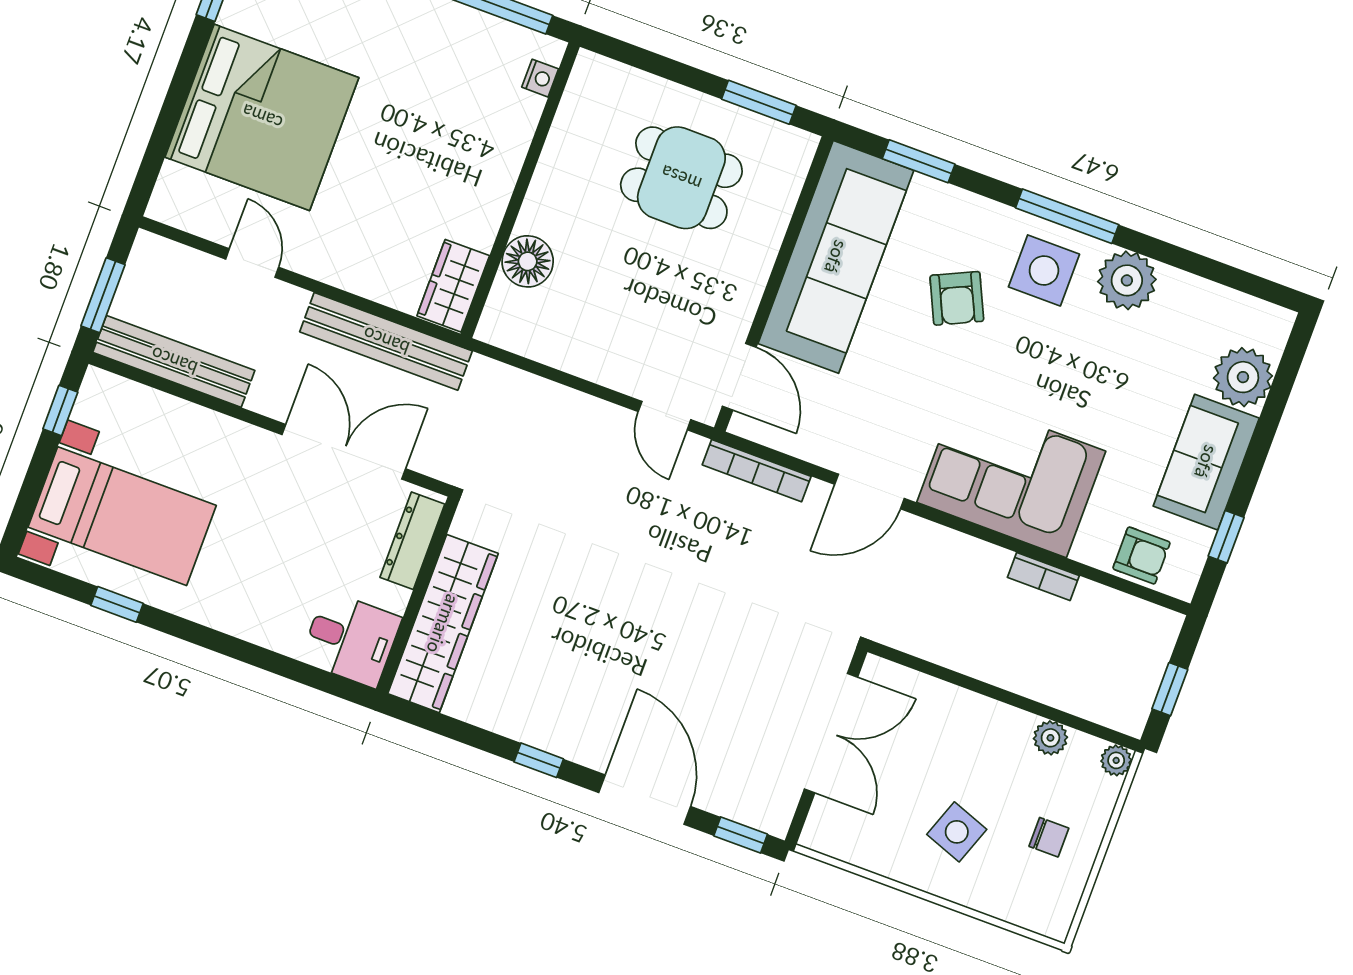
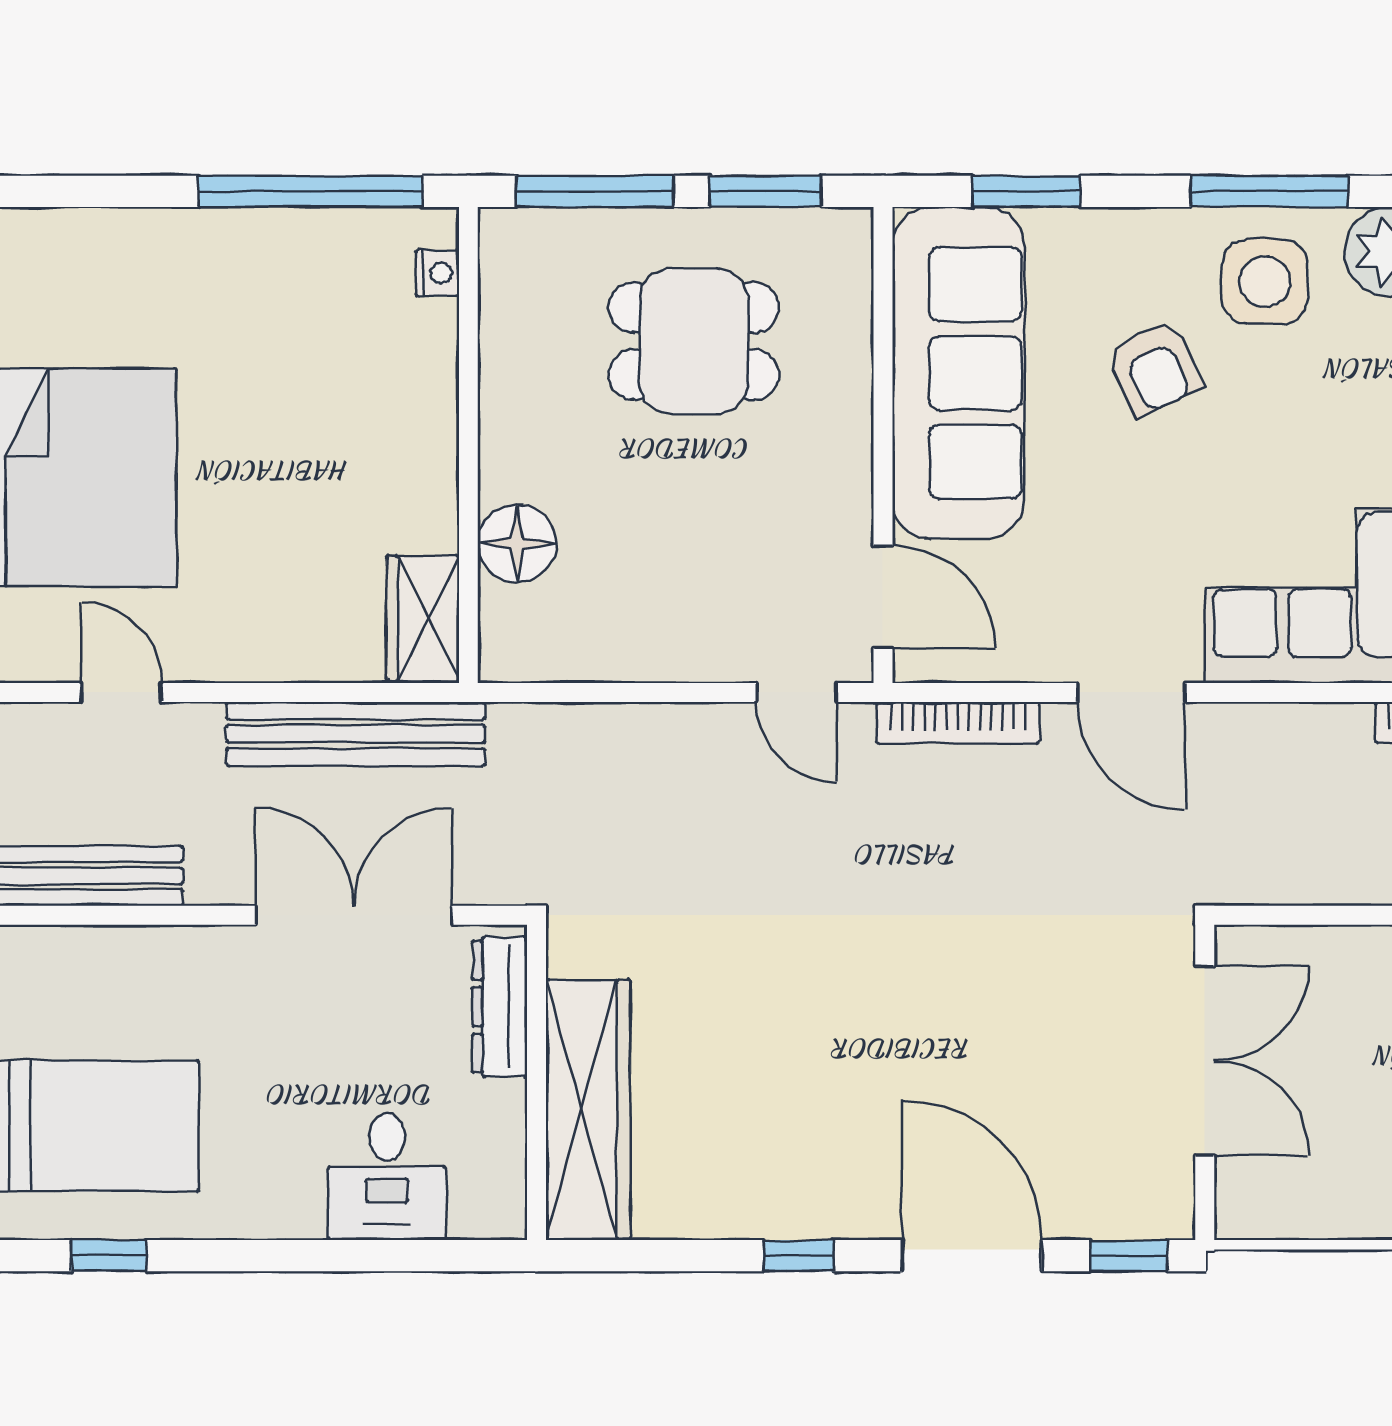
window: (655, 64) -> (595, 191), added
door: (869, 491) -> (1131, 692), hinge flipped
desk: (351, 639) -> (387, 1177), moved, turned 90

